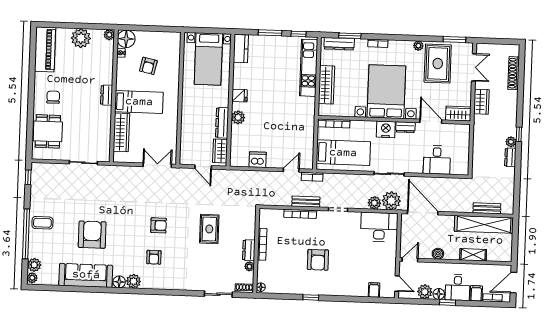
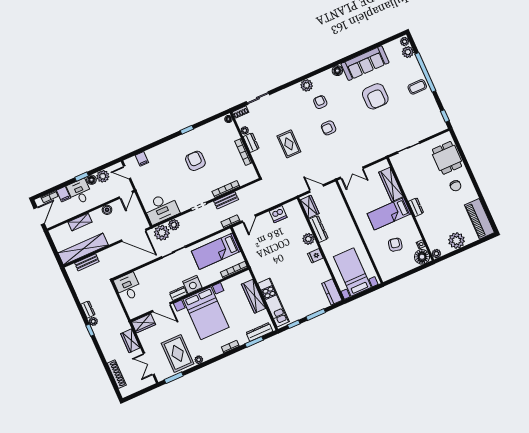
desk: (437, 160) -> (128, 287), moved
plant: (133, 281) -> (307, 85), moved

